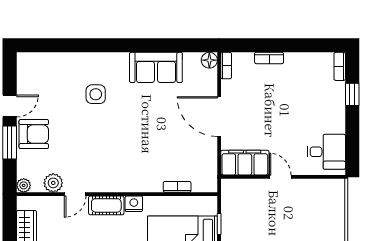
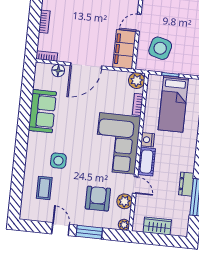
floor lamp: (209, 60) -> (58, 71), moved
coffee table: (59, 80) -> (44, 188), added
armchair: (34, 134) -> (98, 199), moved
corner sofa: (125, 166) -> (117, 143), added
plant: (207, 182) -> (137, 81), added
side table: (251, 208) -> (160, 48), added

